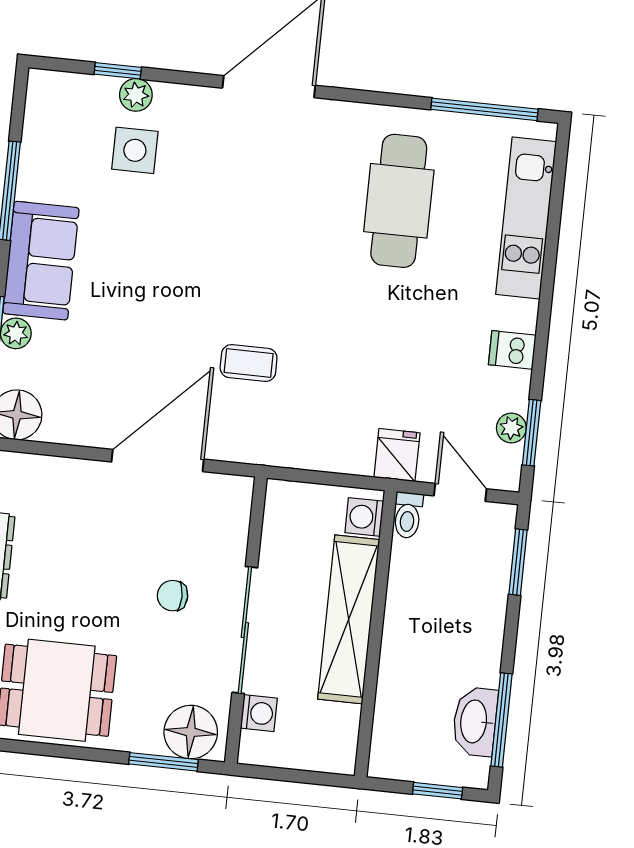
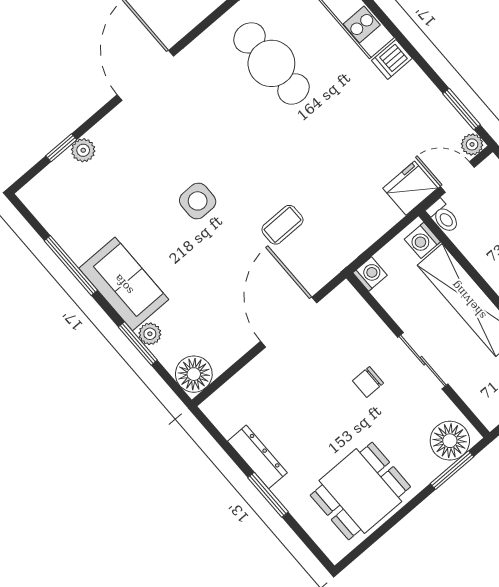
side table: (135, 150) -> (198, 201), moved
dishwasher: (512, 350) -> (392, 59), moved
plant: (511, 428) -> (472, 144), moved
fridge: (397, 455) -> (410, 188), width x1.38
sliding door: (245, 630) -> (423, 361), width x0.73
washing machine: (259, 713) -> (370, 274), moved

